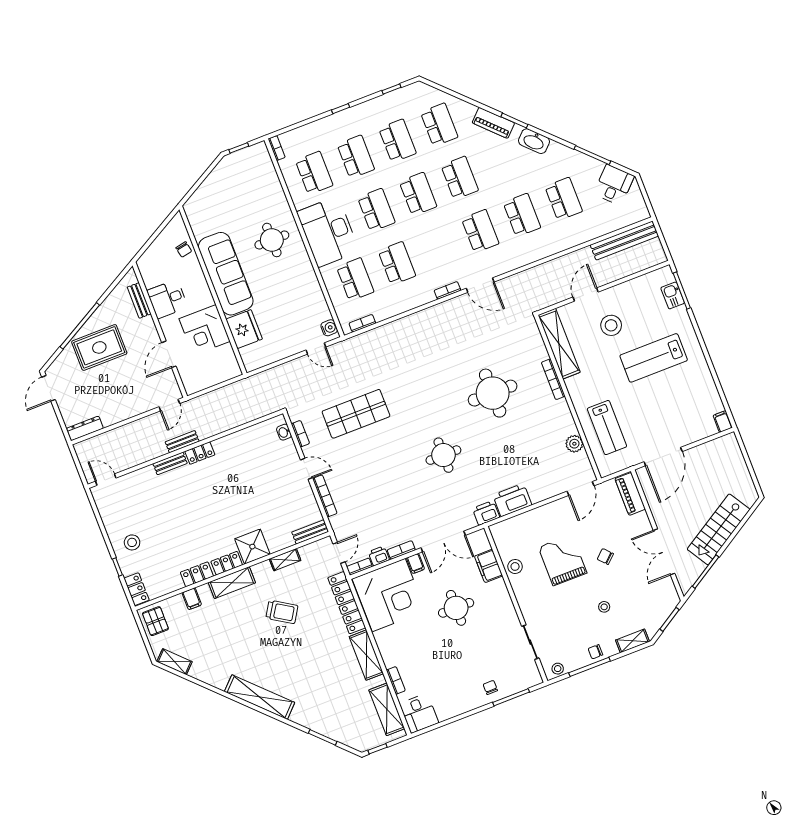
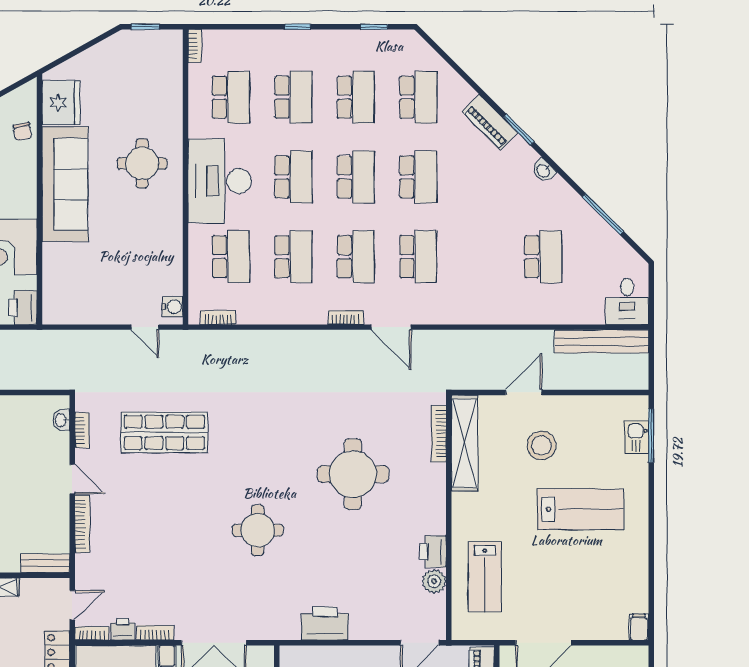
washbasin: (534, 141) -> (543, 171), width x0.52, depth x0.69
desk: (614, 185) -> (627, 301), moved, turned 135
school desk: (522, 215) -> (356, 257), moved
fridge: (244, 329) -> (61, 103), moved
lab bench: (654, 358) -> (581, 509), turned 180
printer: (229, 367) -> (23, 308), added
bookcase: (553, 379) -> (439, 434), moved
printer: (486, 513) -> (433, 552), moved, turned -90

